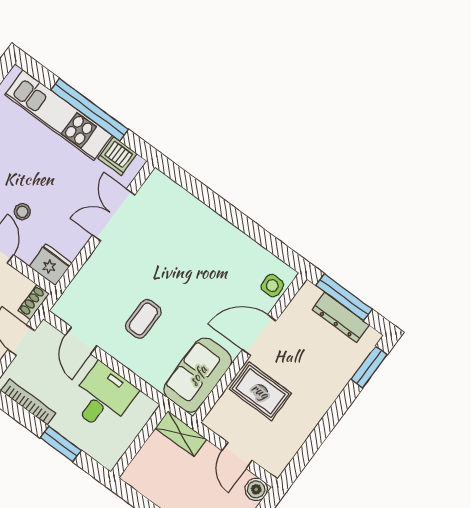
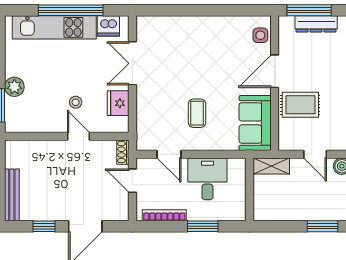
fridge: (50, 265) -> (118, 103), moved, turned -90

